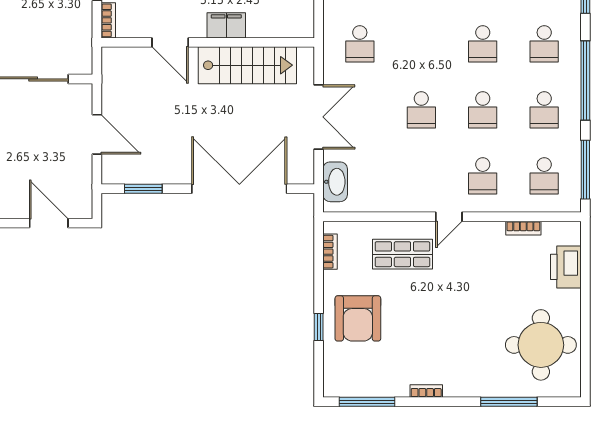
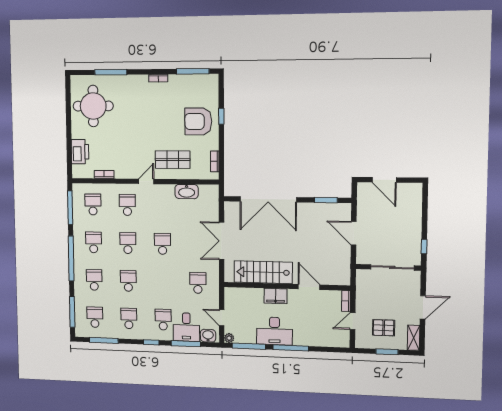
washbasin: (335, 182) -> (187, 192), moved, turned -90
armchair: (358, 318) -> (198, 121), turned -90

